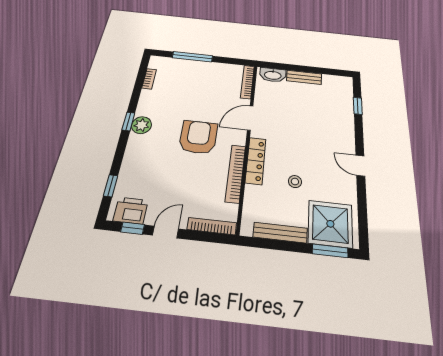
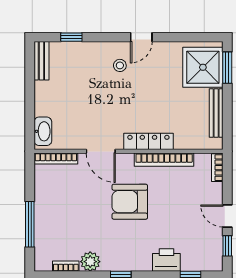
bench: (304, 77) -> (41, 61), moved
plant: (141, 125) -> (90, 262), moved
stool: (295, 182) -> (120, 65), moved
printer: (131, 210) -> (166, 260), moved, turned 90
bookcase: (212, 226) -> (217, 168), width x0.64

